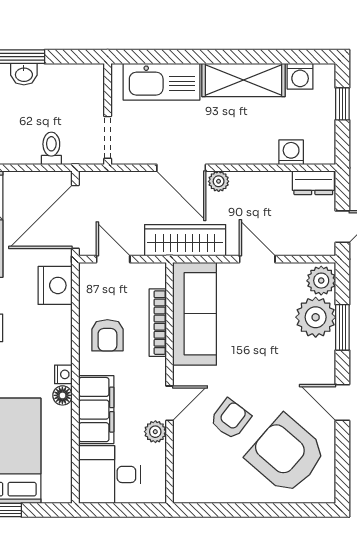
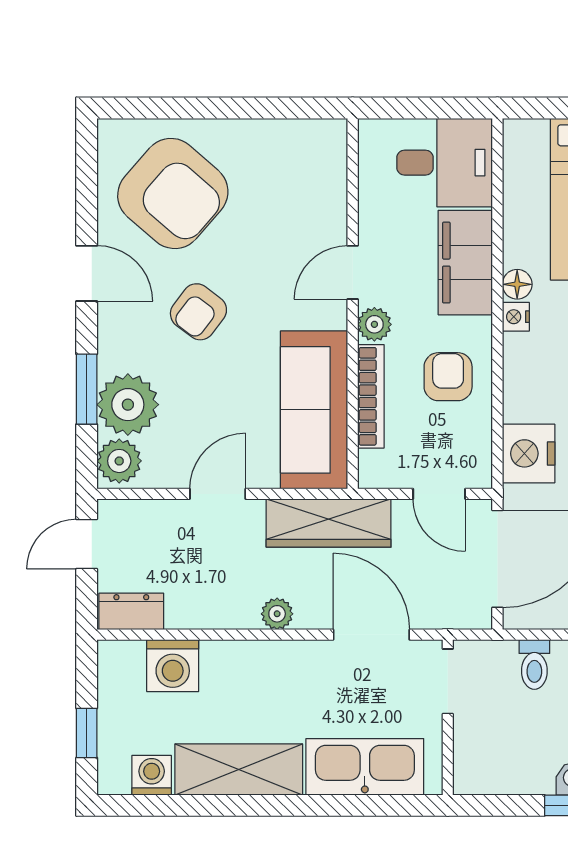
washing machine: (291, 152) -> (173, 666), width x1.38, depth x1.38
door: (181, 168) -> (371, 635), moved
door: (257, 259) -> (218, 494), swing flipped
armchair: (230, 419) -> (198, 312), moved
plant: (155, 432) -> (374, 324), moved

